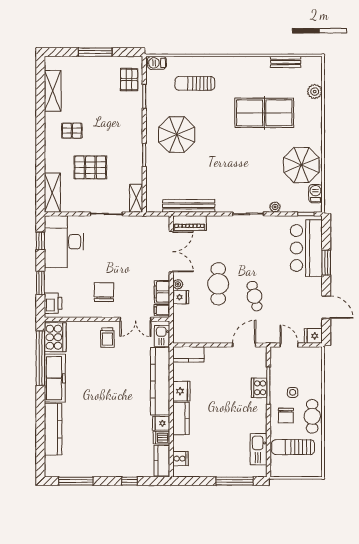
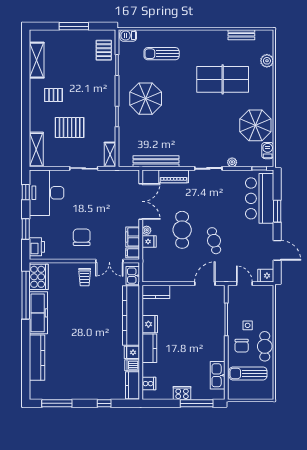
piano: (189, 223) -> (174, 176), moved
cooker: (259, 388) -> (182, 393), moved, turned 90

